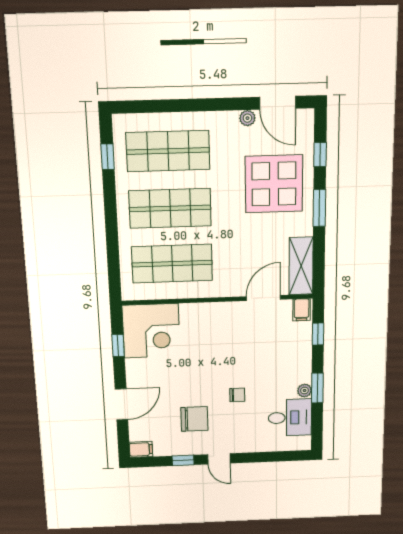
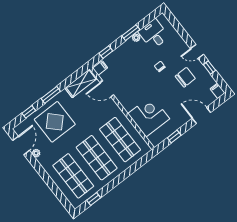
corner desk: (151, 331) -> (149, 116), moved
chair: (194, 419) -> (185, 77), turned 90
door: (219, 459) -> (197, 51), swing flipped

